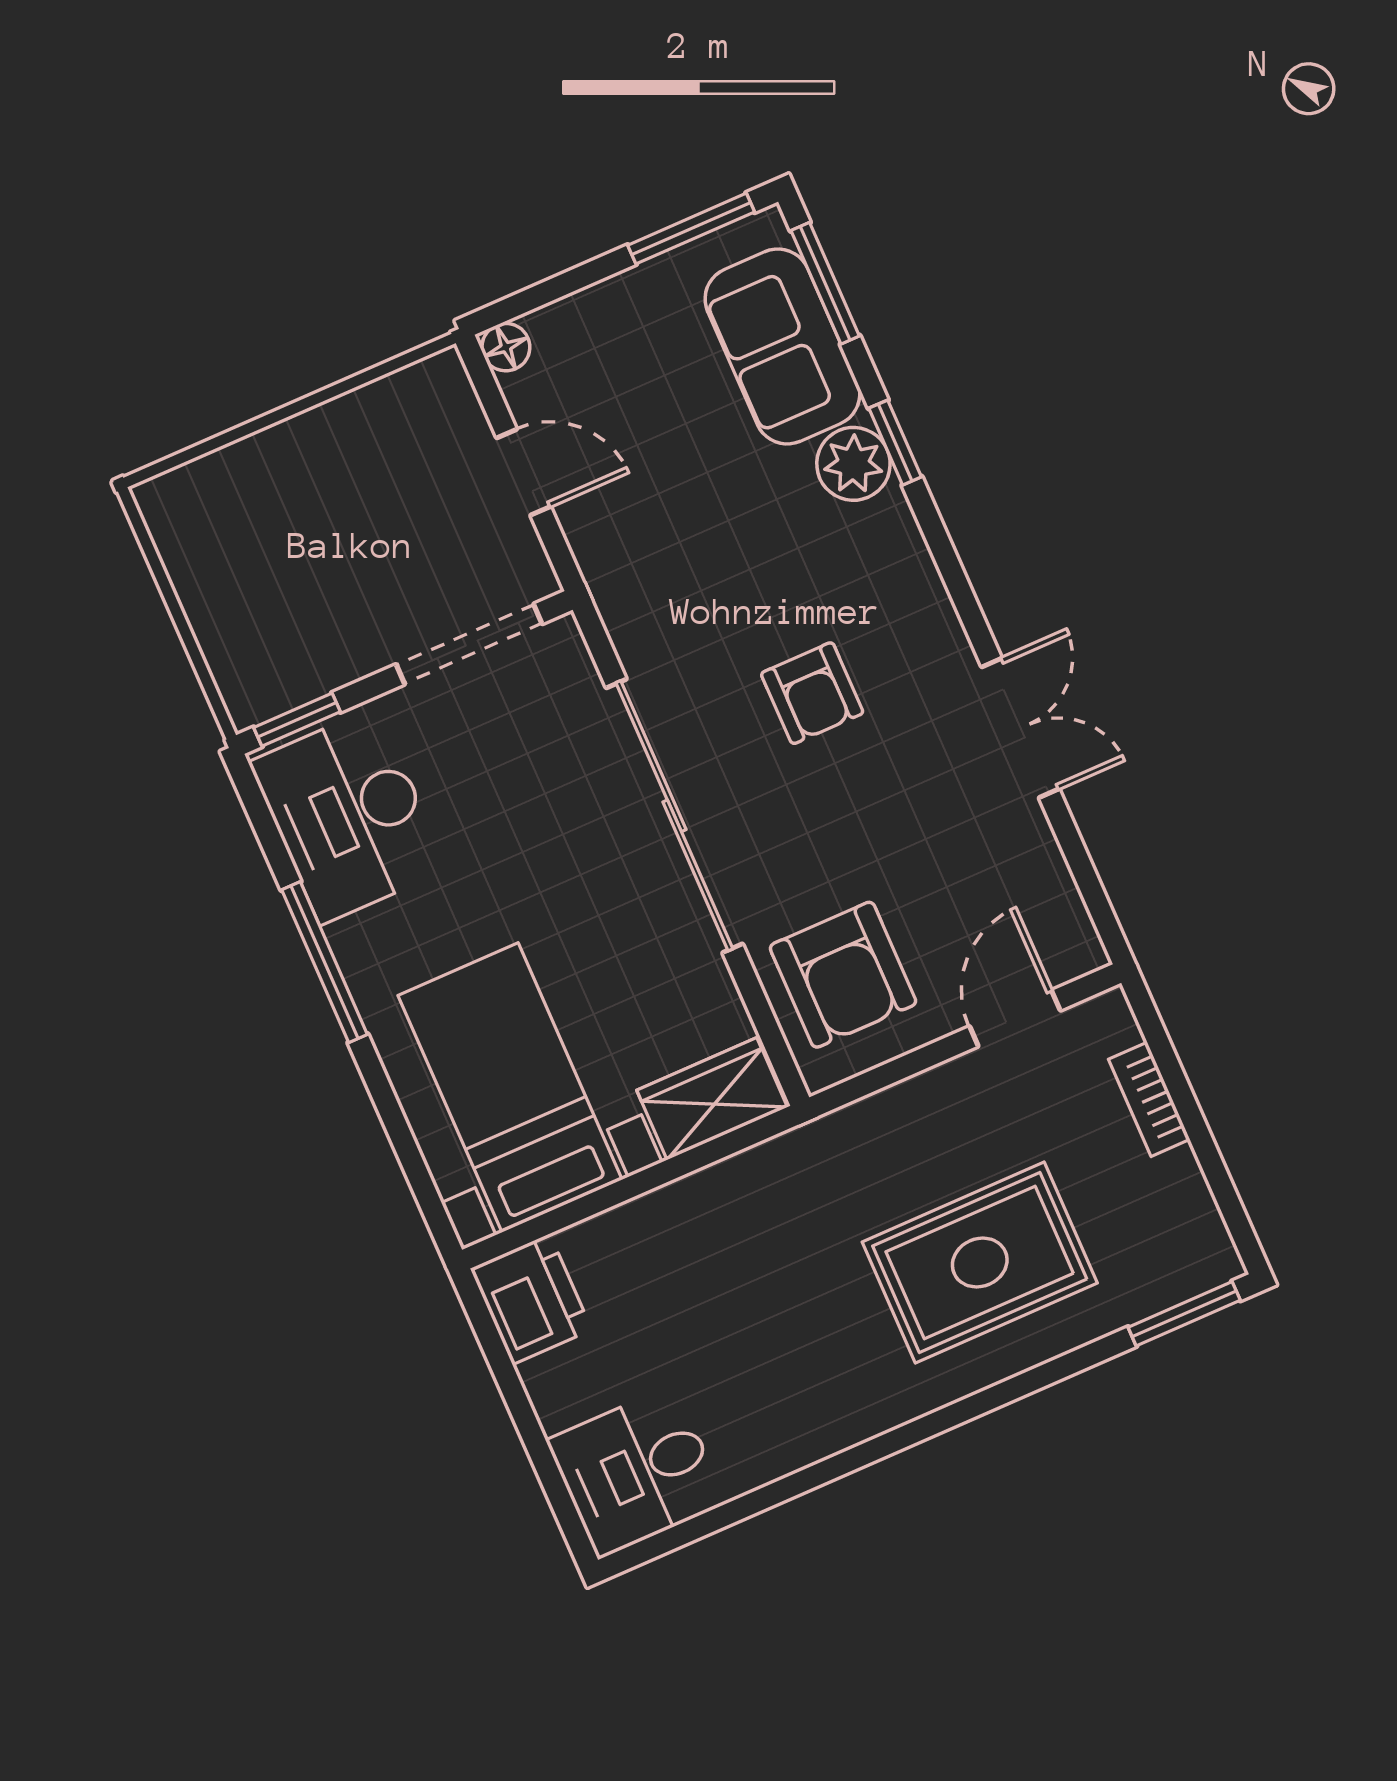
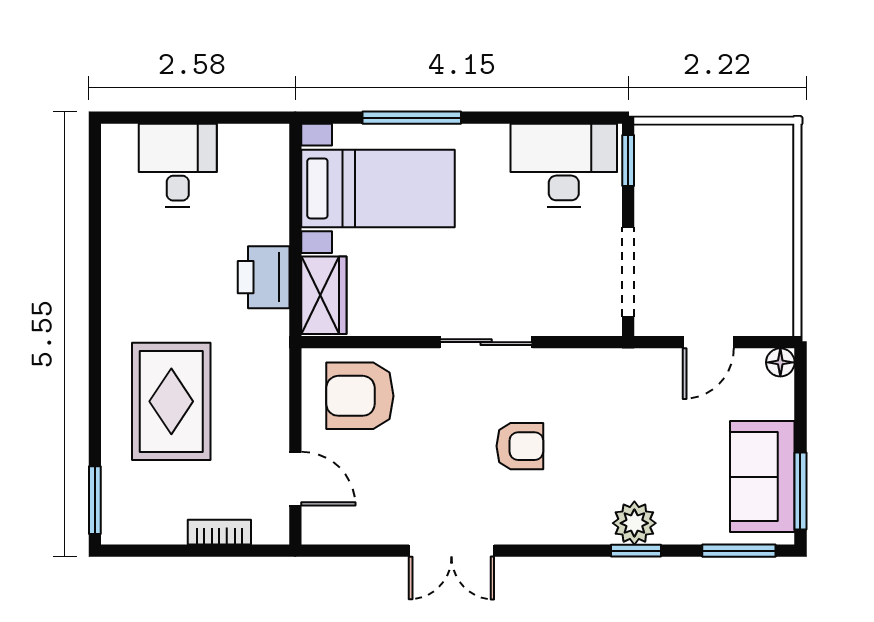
sofa: (782, 346) -> (762, 477), moved, turned -90
armchair: (812, 693) -> (520, 446), turned 180
sliding door: (674, 816) -> (486, 342), width x0.54
window: (325, 962) -> (412, 118), moved
printer: (531, 1299) -> (264, 277), moved, turned 90
desk: (636, 1472) -> (178, 166), moved

